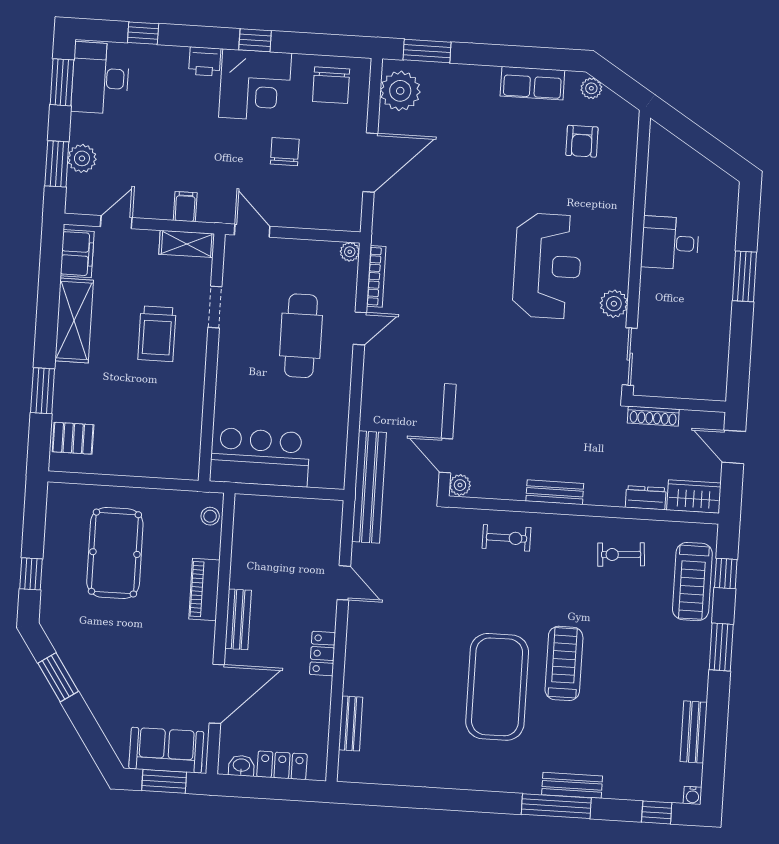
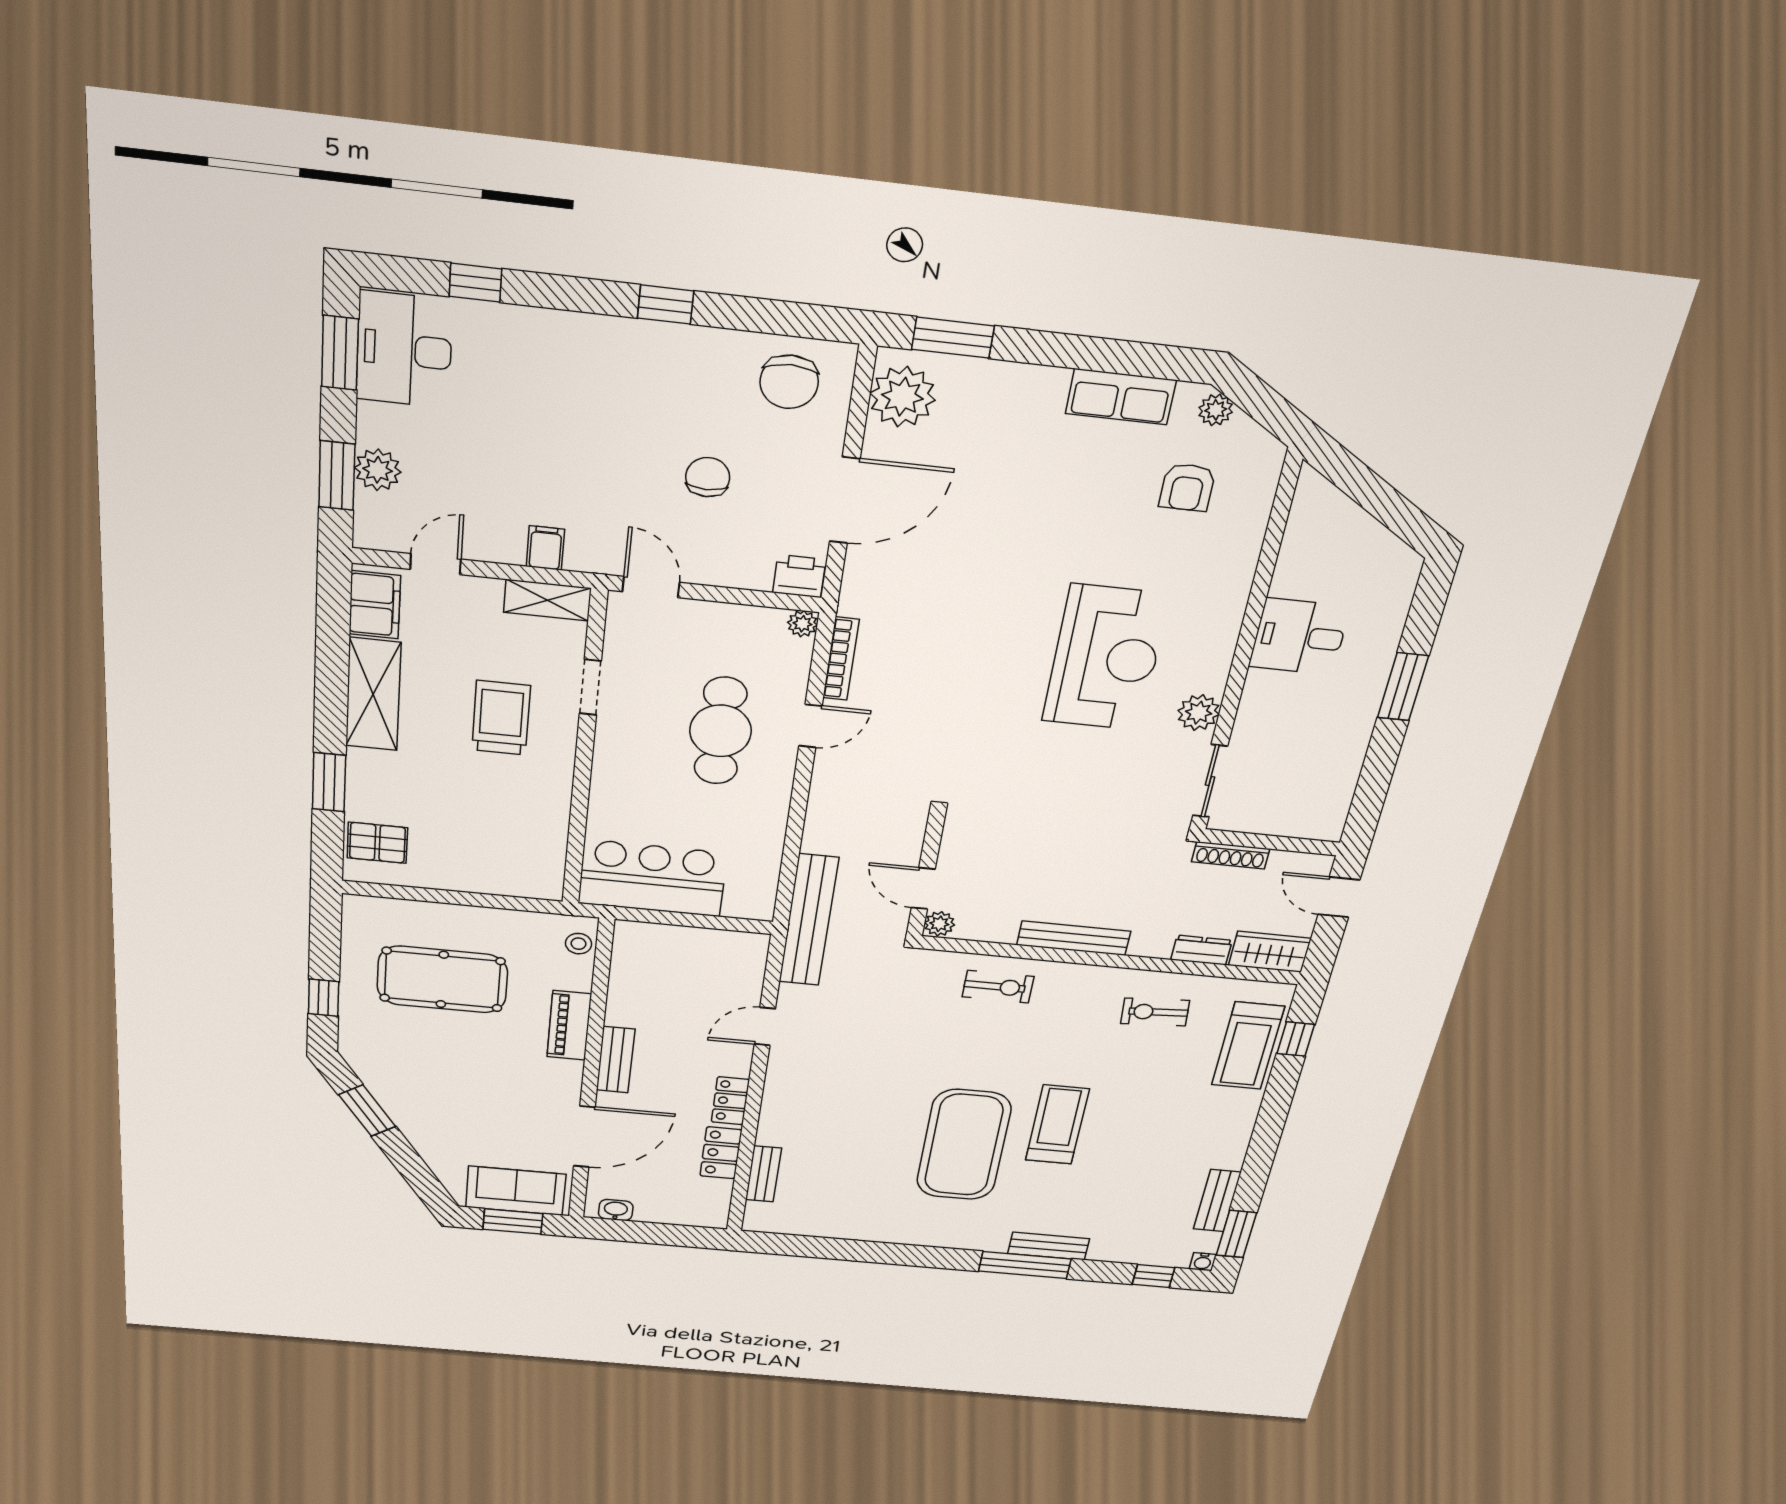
printer: (205, 61) -> (799, 576), moved, turned 180
corner desk: (255, 85) -> (663, 375), removed
trolley: (157, 334) -> (501, 718), turned 180
bench: (555, 492) -> (1074, 938), width x1.36
pool table: (115, 553) -> (442, 980), turned 90
door: (344, 583) -> (765, 1026), swing flipped
window: (721, 647) -> (1236, 1234), moved
locker: (282, 765) -> (721, 1153), moved, turned -90

